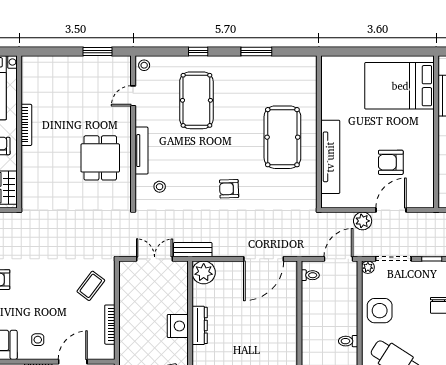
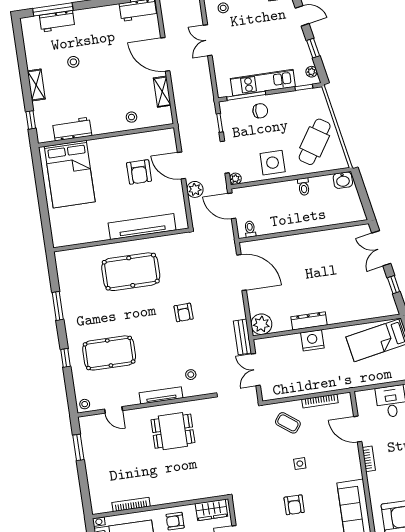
bookcase: (26, 125) -> (131, 504), moved
side table: (38, 340) -> (300, 464), moved

